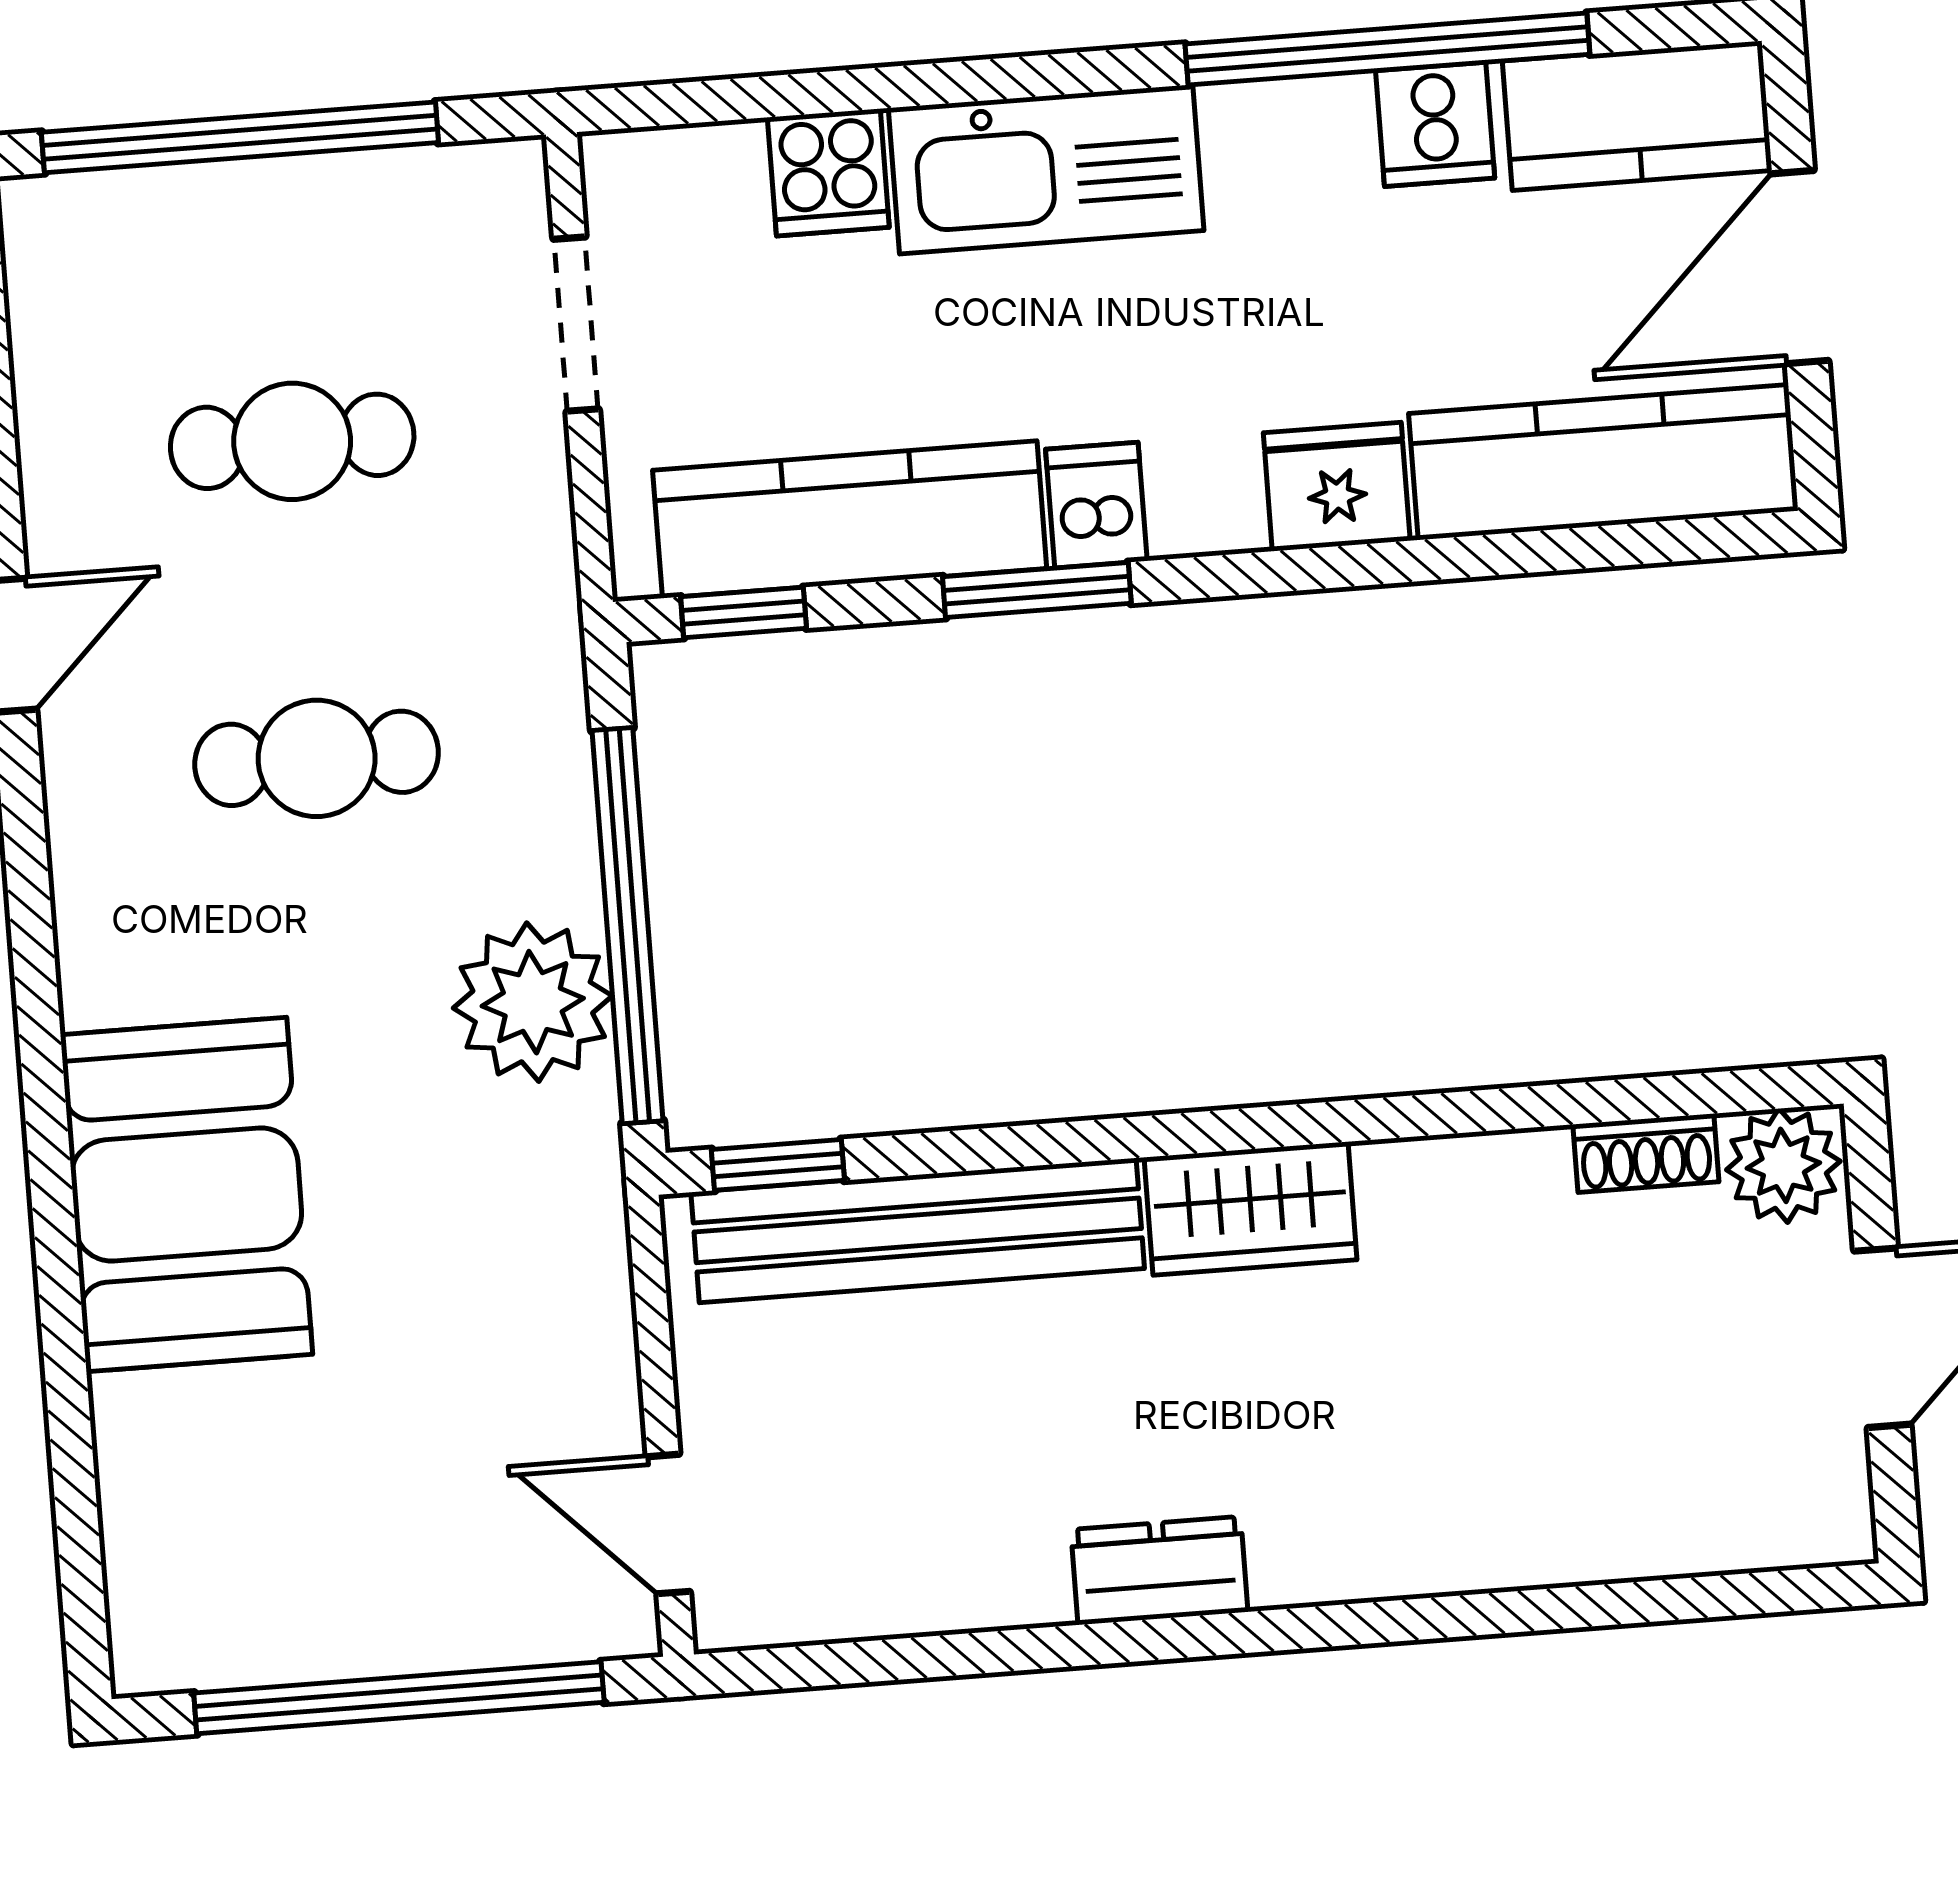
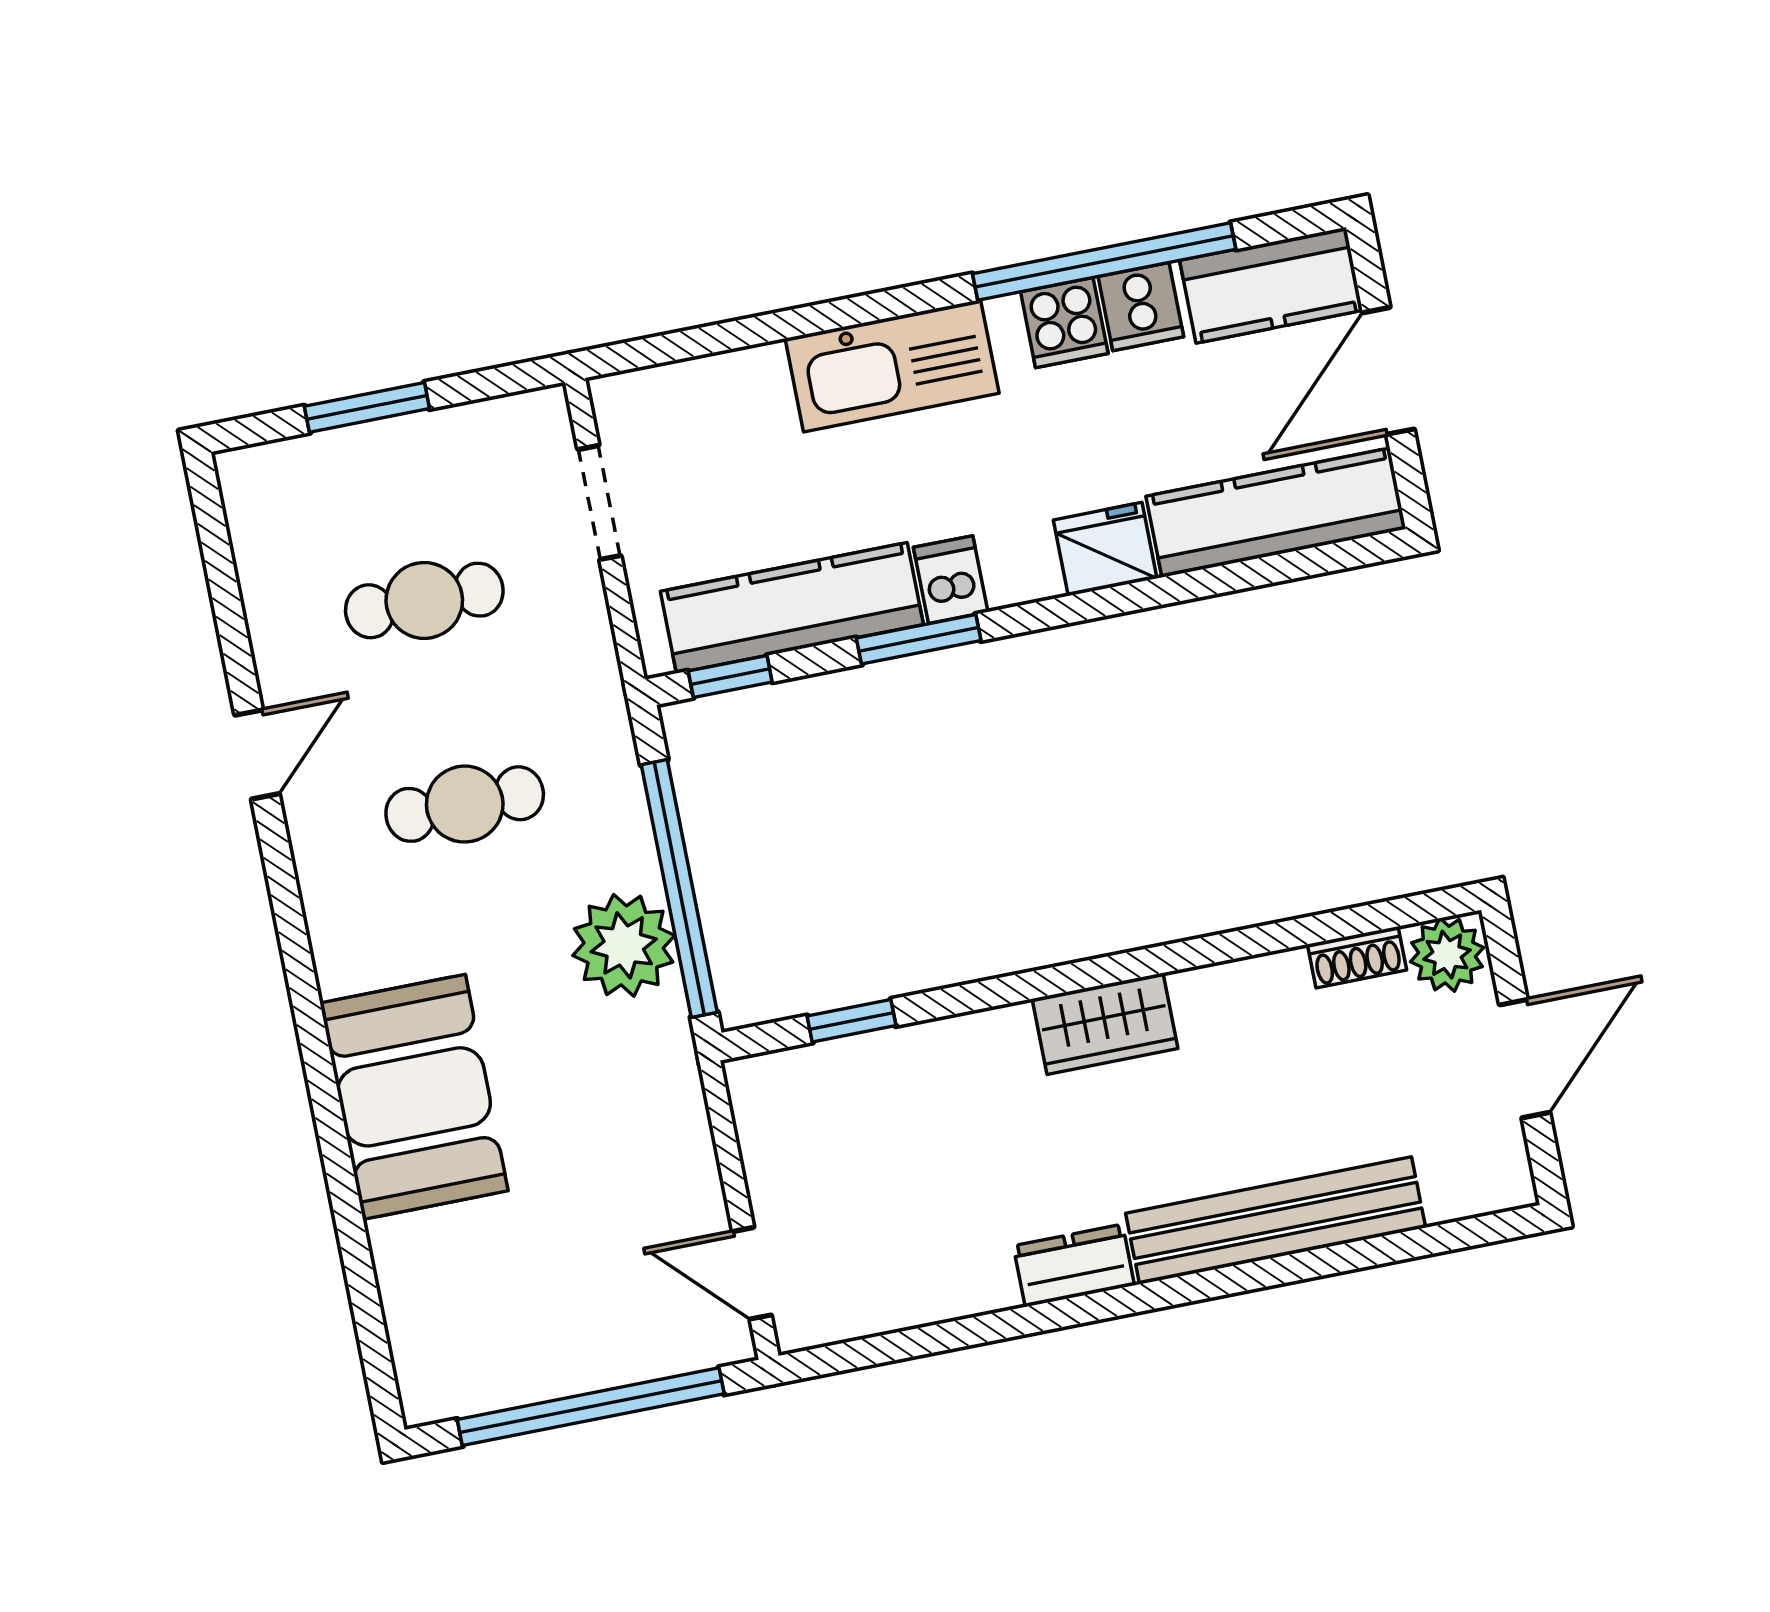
window: (240, 137) -> (367, 407), width x0.47
cooker: (828, 172) -> (1064, 323), moved
window: (778, 1165) -> (852, 1021), moved
bench: (918, 1230) -> (1276, 1220), moved

